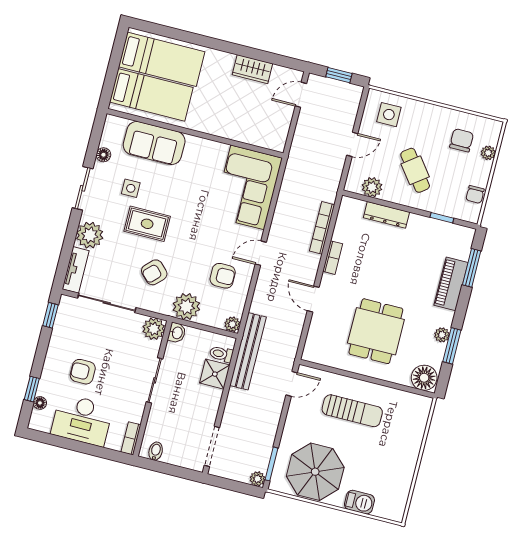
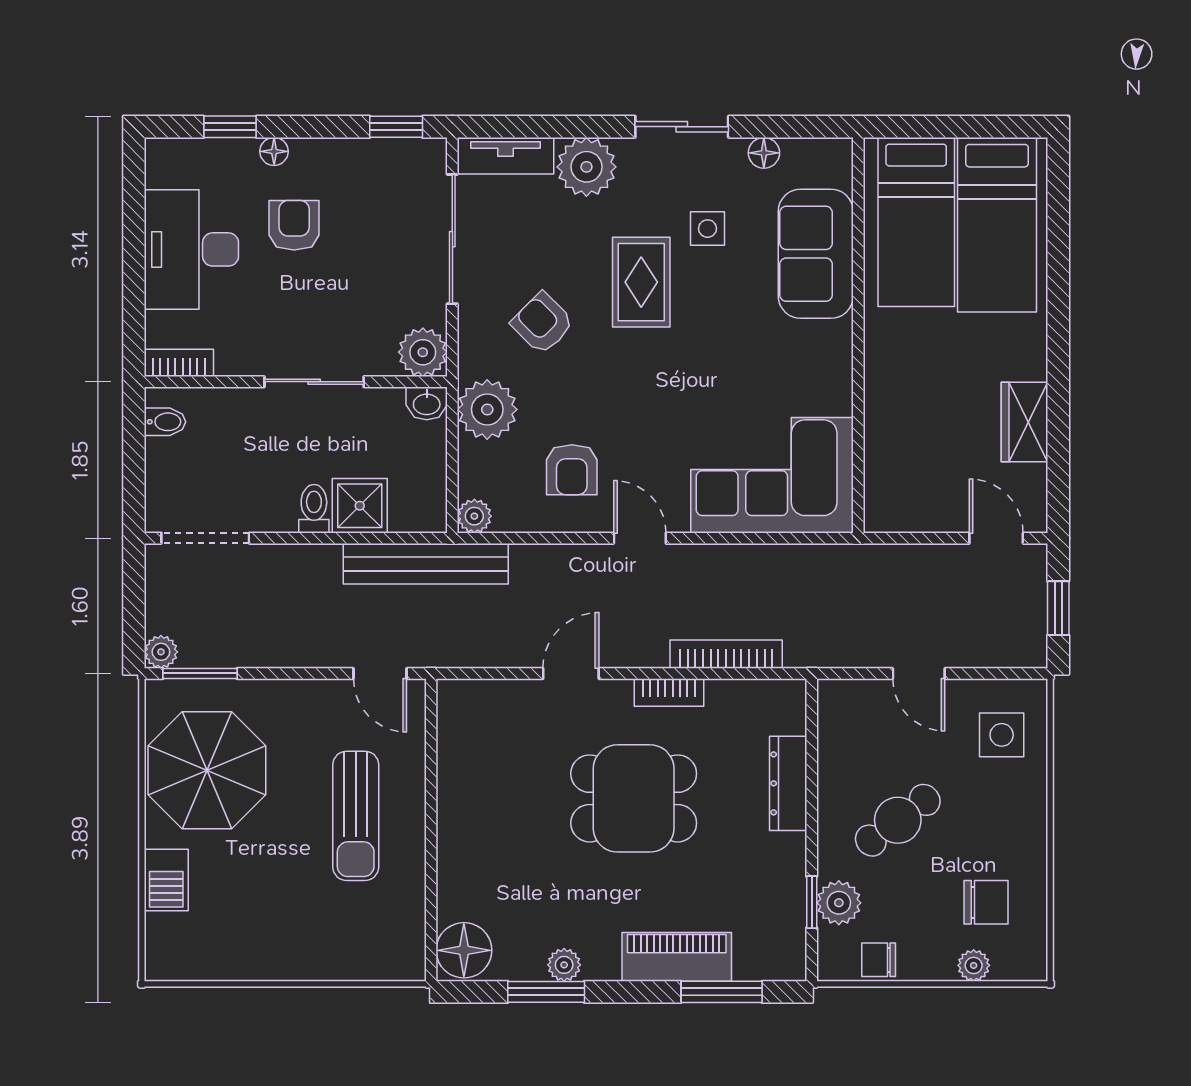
plant: (372, 187) -> (839, 903), moved
dining table: (376, 331) -> (634, 798), moved
toilet: (221, 354) -> (314, 509), moved
floor lamp: (40, 403) -> (274, 151), moved

